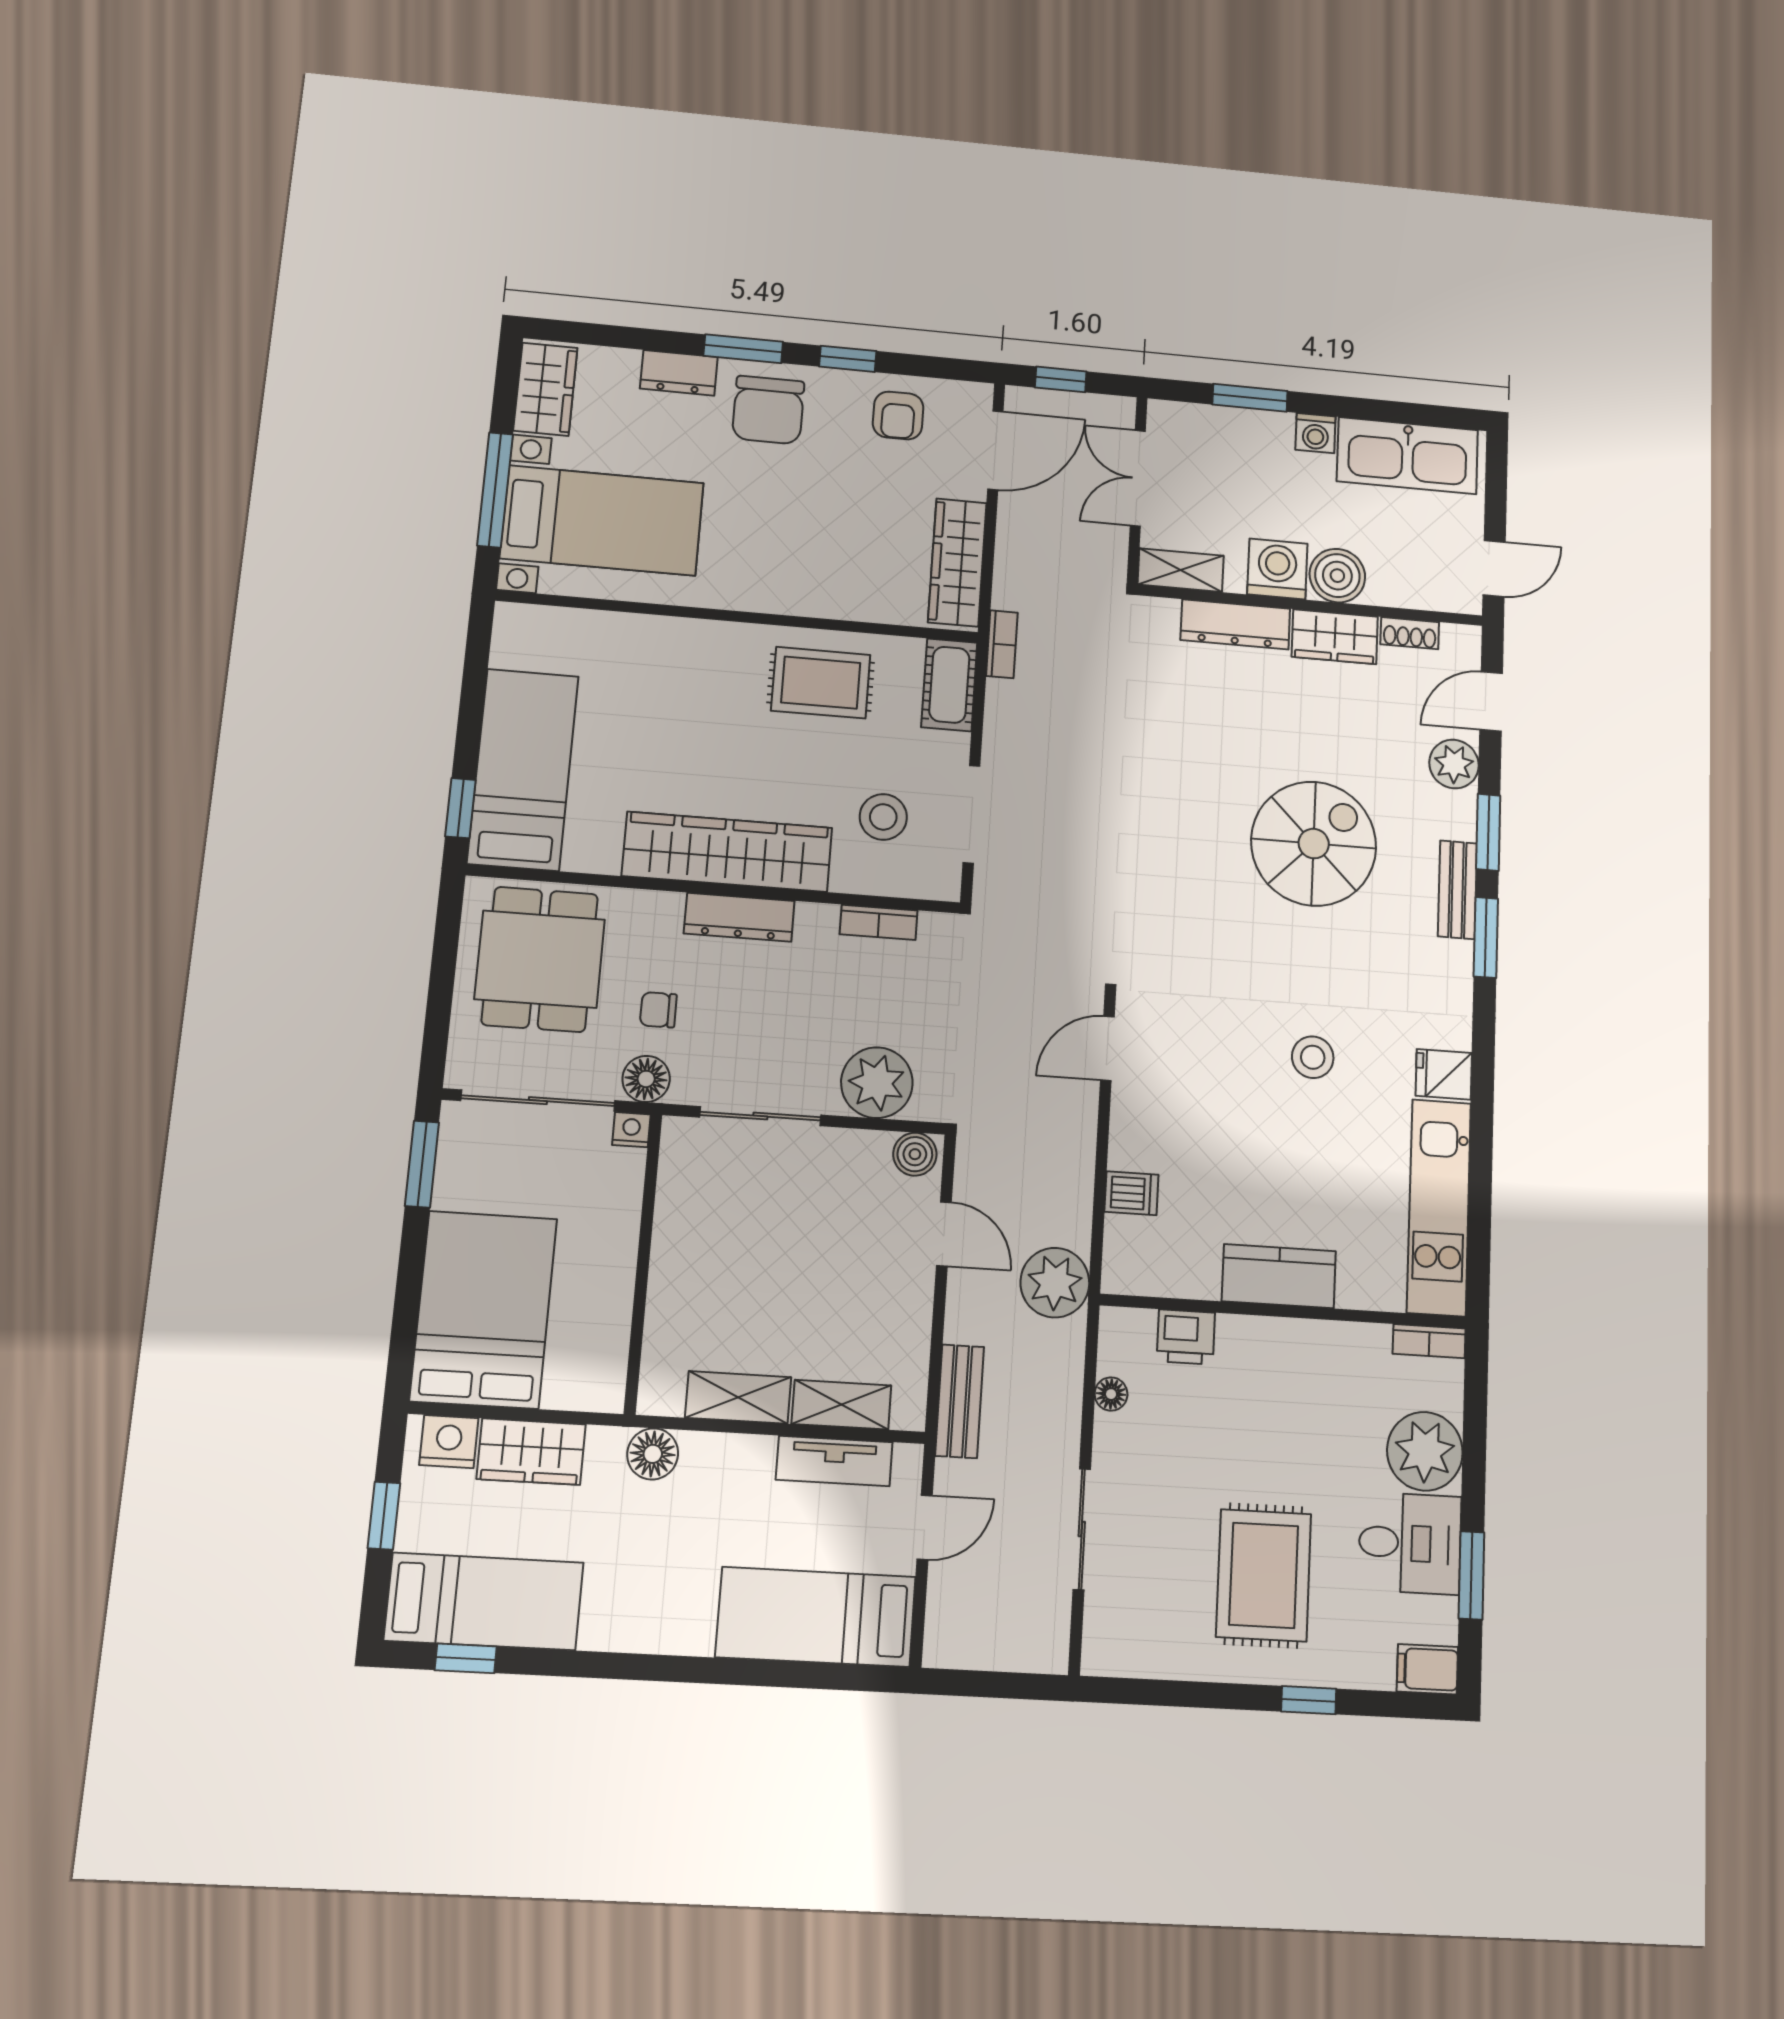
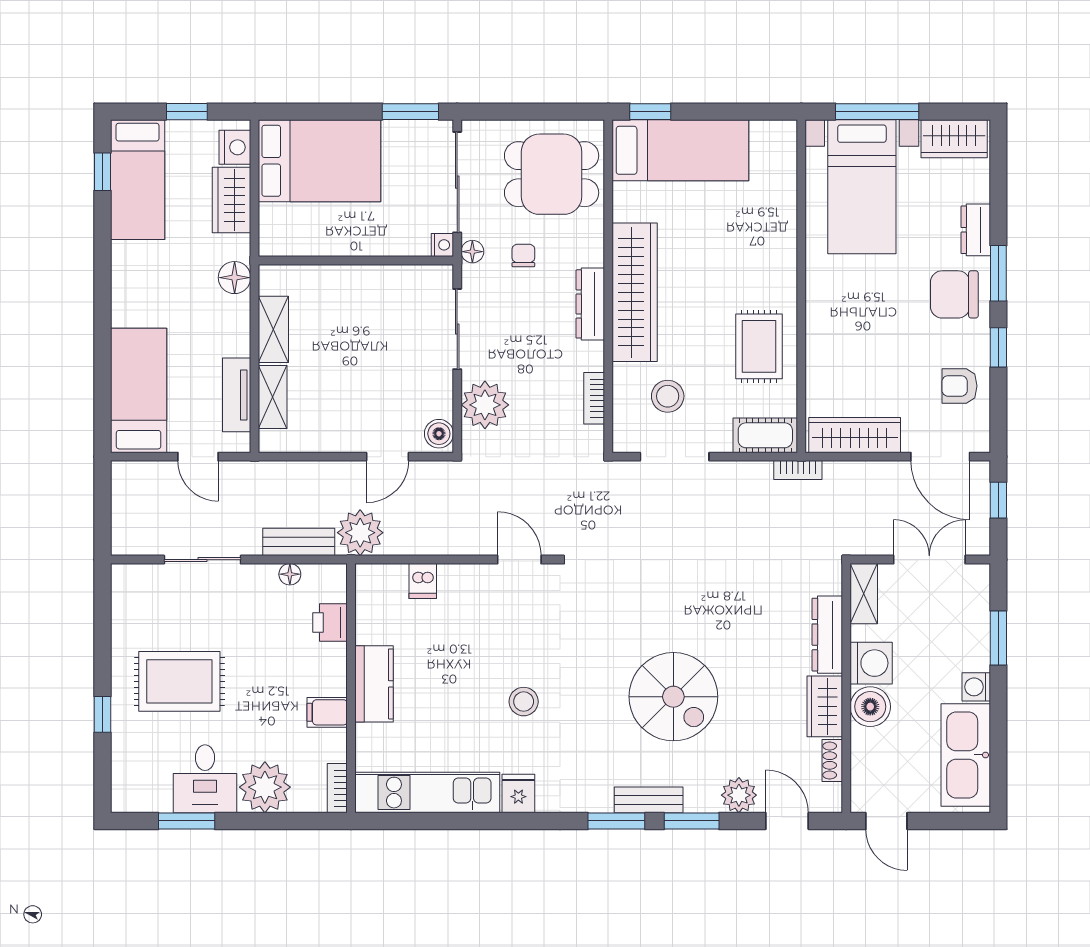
floor lamp: (646, 1079) -> (472, 252), width x0.73, depth x0.73
bench: (960, 1401) -> (299, 542), moved
filing cabinet: (1427, 1669) -> (327, 712), moved, turned -90

